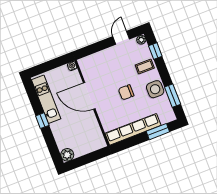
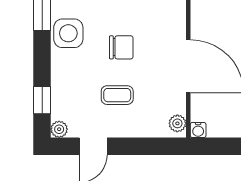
plant: (84, 65) -> (177, 123), added
coffee table: (145, 67) -> (117, 95), moved

